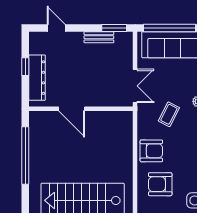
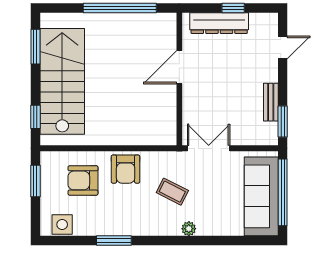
double door: (135, 86) -> (209, 148), swing flipped
armchair: (160, 184) -> (83, 180), turned -90

